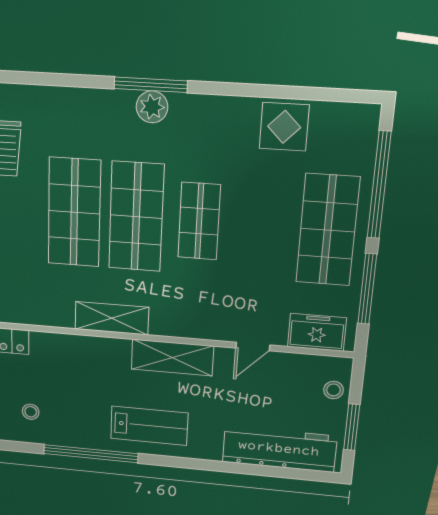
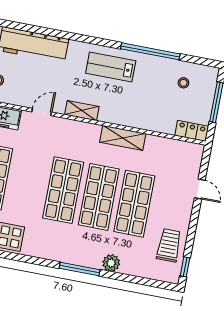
plant: (152, 107) -> (111, 263), moved
shop shelf: (199, 221) -> (63, 190), width x1.43, depth x1.36
shelving: (172, 358) -> (82, 111), width x0.67, depth x0.75

